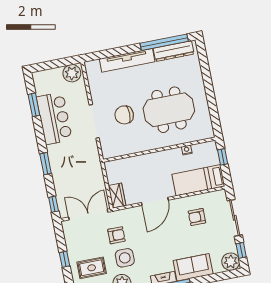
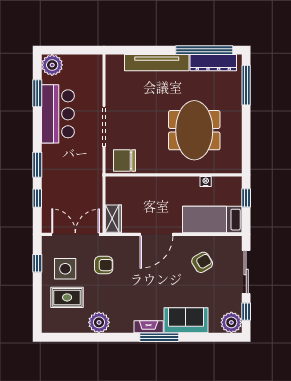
window: (204, 64) -> (246, 85), added
plant: (72, 73) -> (52, 65), moved
meeting table: (169, 110) -> (194, 130), turned 90
chair: (124, 115) -> (125, 161), moved
window: (54, 204) -> (37, 198), moved
armchair: (197, 217) -> (202, 262), turned 149
side table: (125, 258) -> (65, 269), moved
window: (65, 259) -> (37, 263), moved

